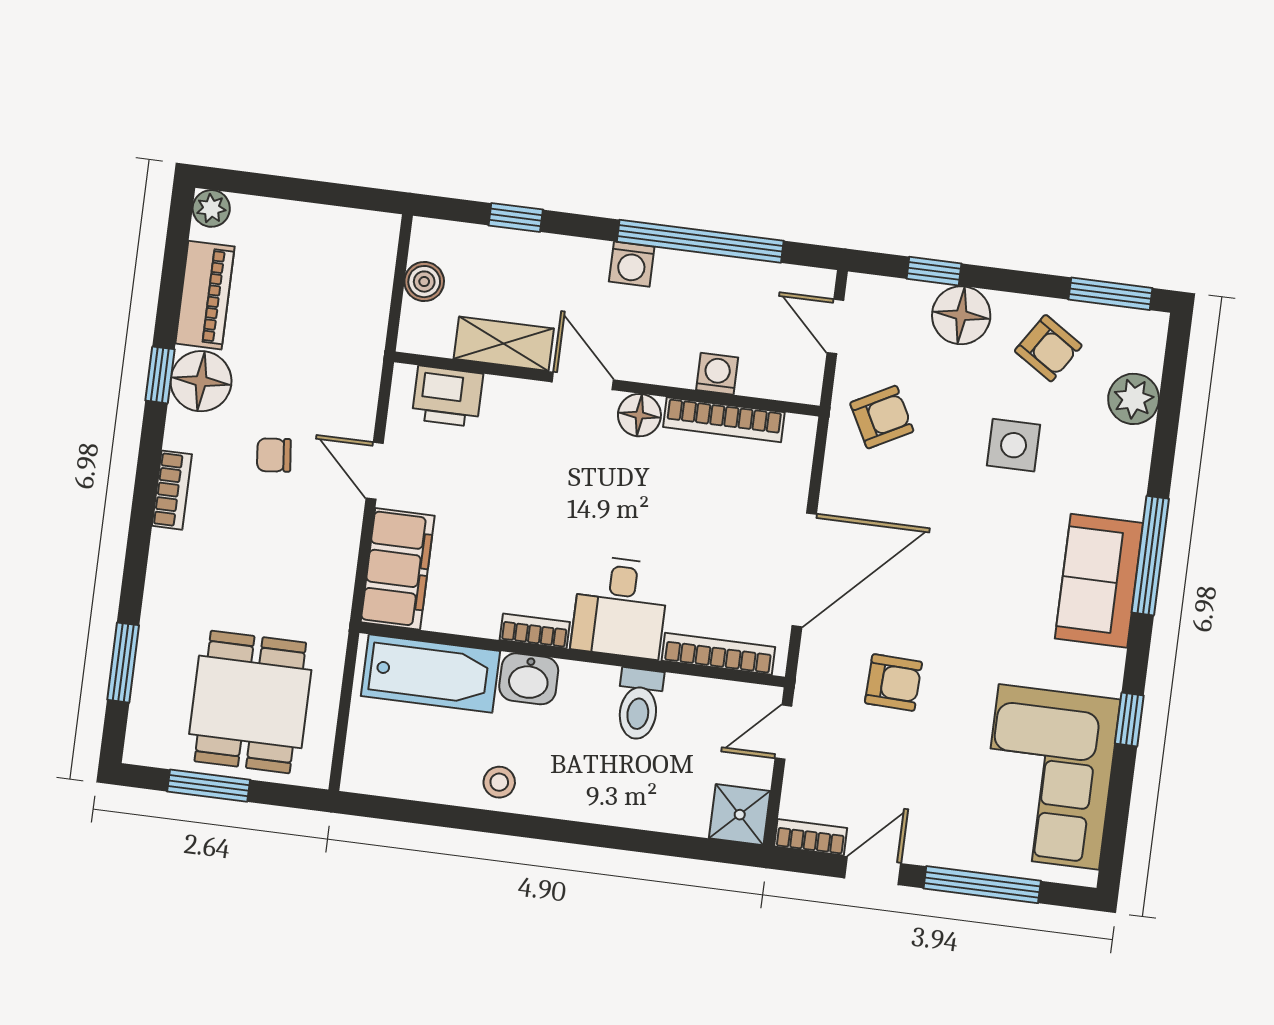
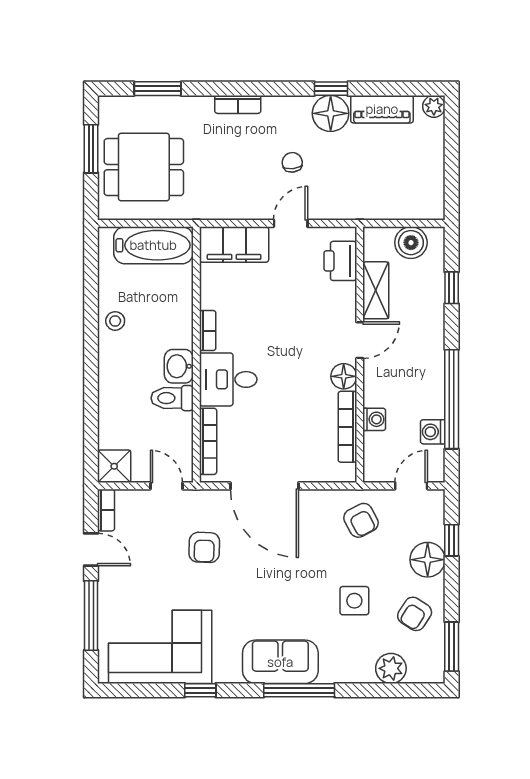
washing machine: (632, 264) -> (433, 432), moved
boiler: (424, 282) -> (411, 243), width x1.36, depth x1.36
bookcase: (172, 490) -> (238, 104), moved
bathtub: (431, 674) -> (153, 245), moved, turned -90
washbasin: (529, 679) -> (179, 366), moved

